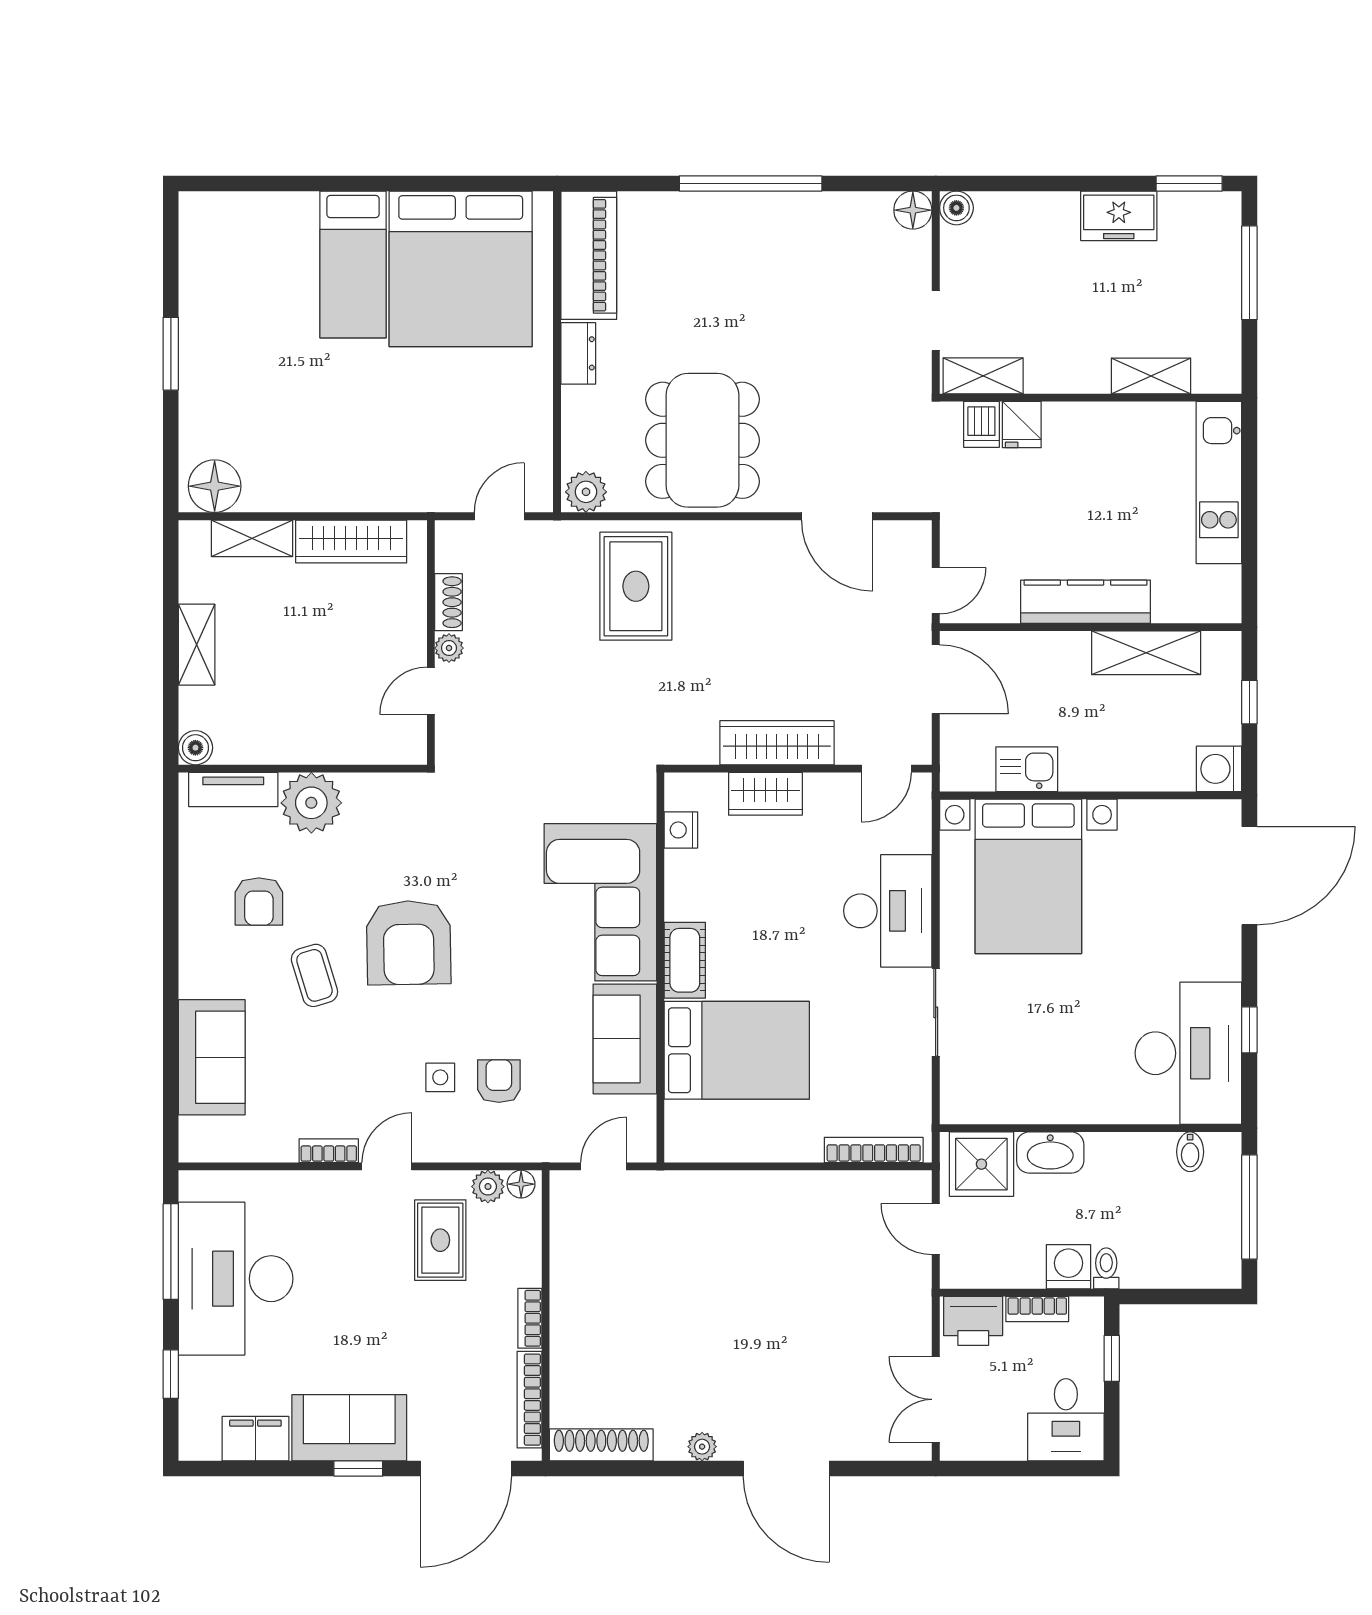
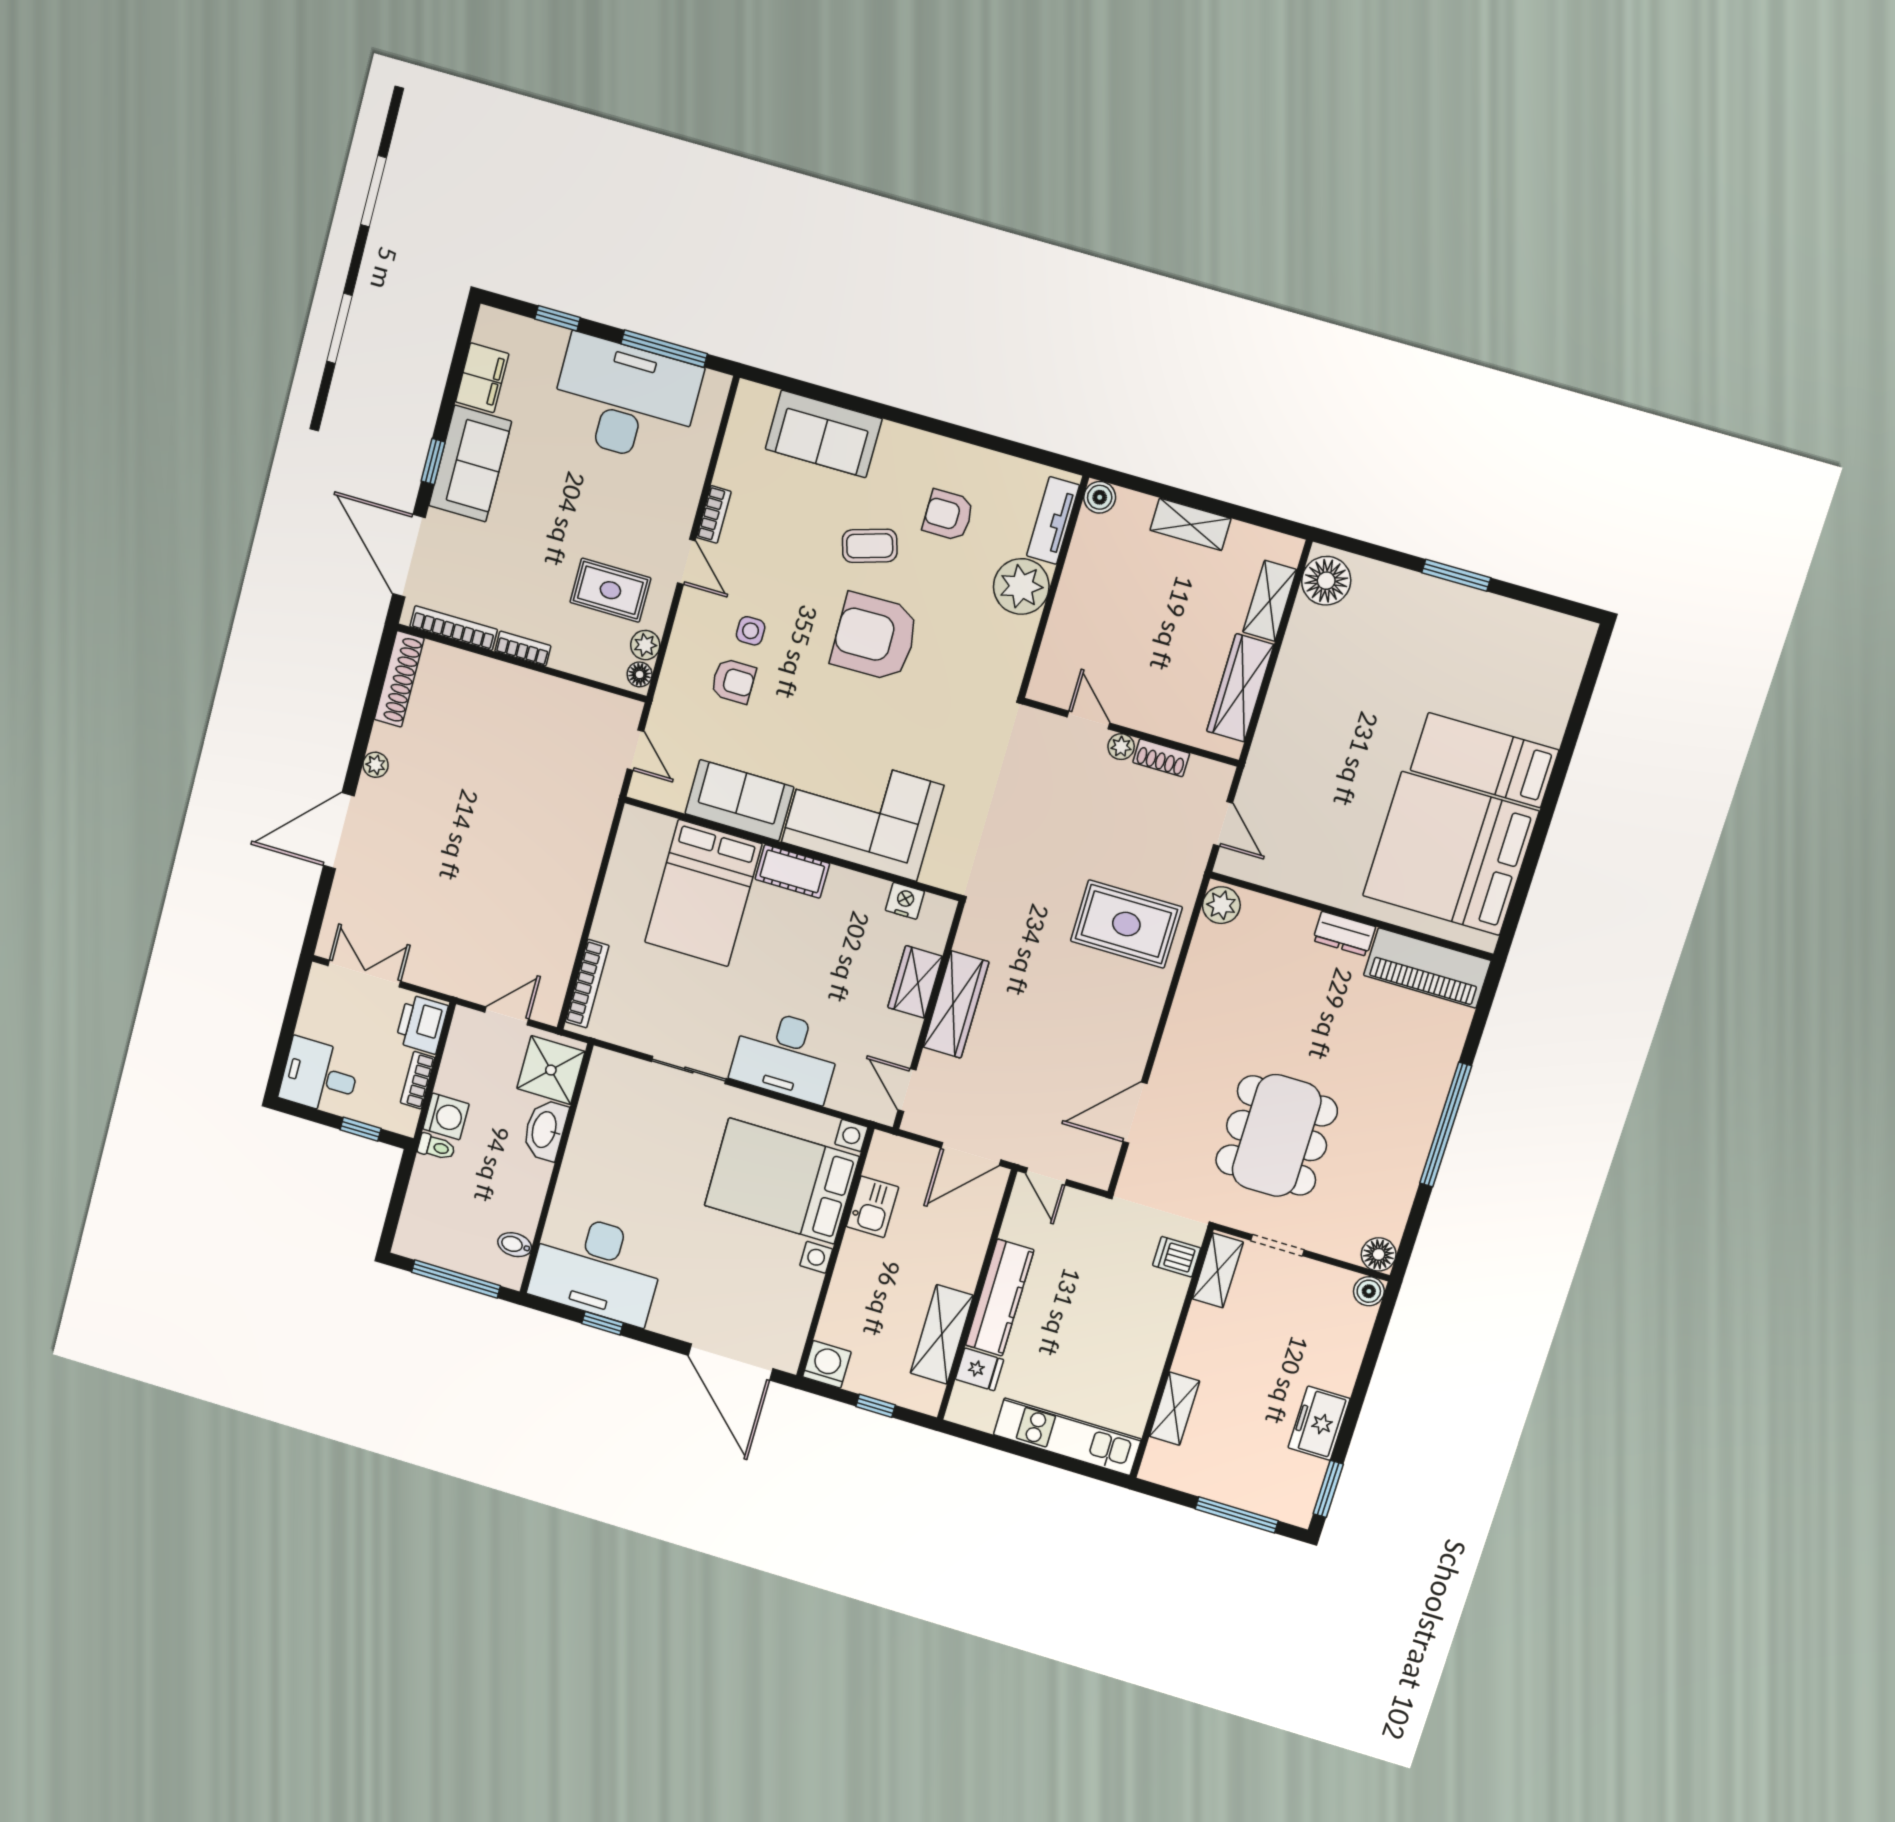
fridge: (1022, 425) -> (980, 1369), moved, turned 180
dining table: (702, 440) -> (1277, 1136), moved, turned 90

